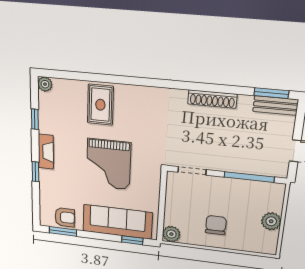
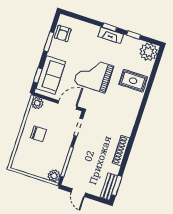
plant: (45, 84) -> (149, 52), width x1.87, depth x1.87
window: (36, 172) -> (109, 27), moved
door: (163, 193) -> (67, 105), added
plant: (271, 221) -> (54, 176), moved
sofa: (118, 222) -> (51, 75), width x0.73
window: (63, 231) -> (49, 42), moved

